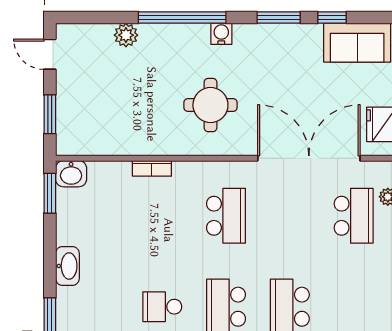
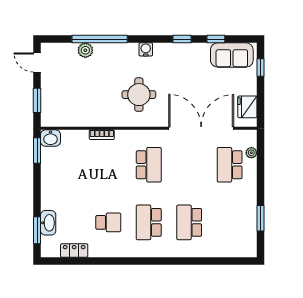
window: (182, 17) -> (100, 39), moved
window: (279, 17) -> (182, 39), width x0.67
school desk: (354, 216) -> (230, 165), turned 180
washbasin: (67, 266) -> (48, 223), moved
school desk: (162, 307) -> (108, 222), turned 180

